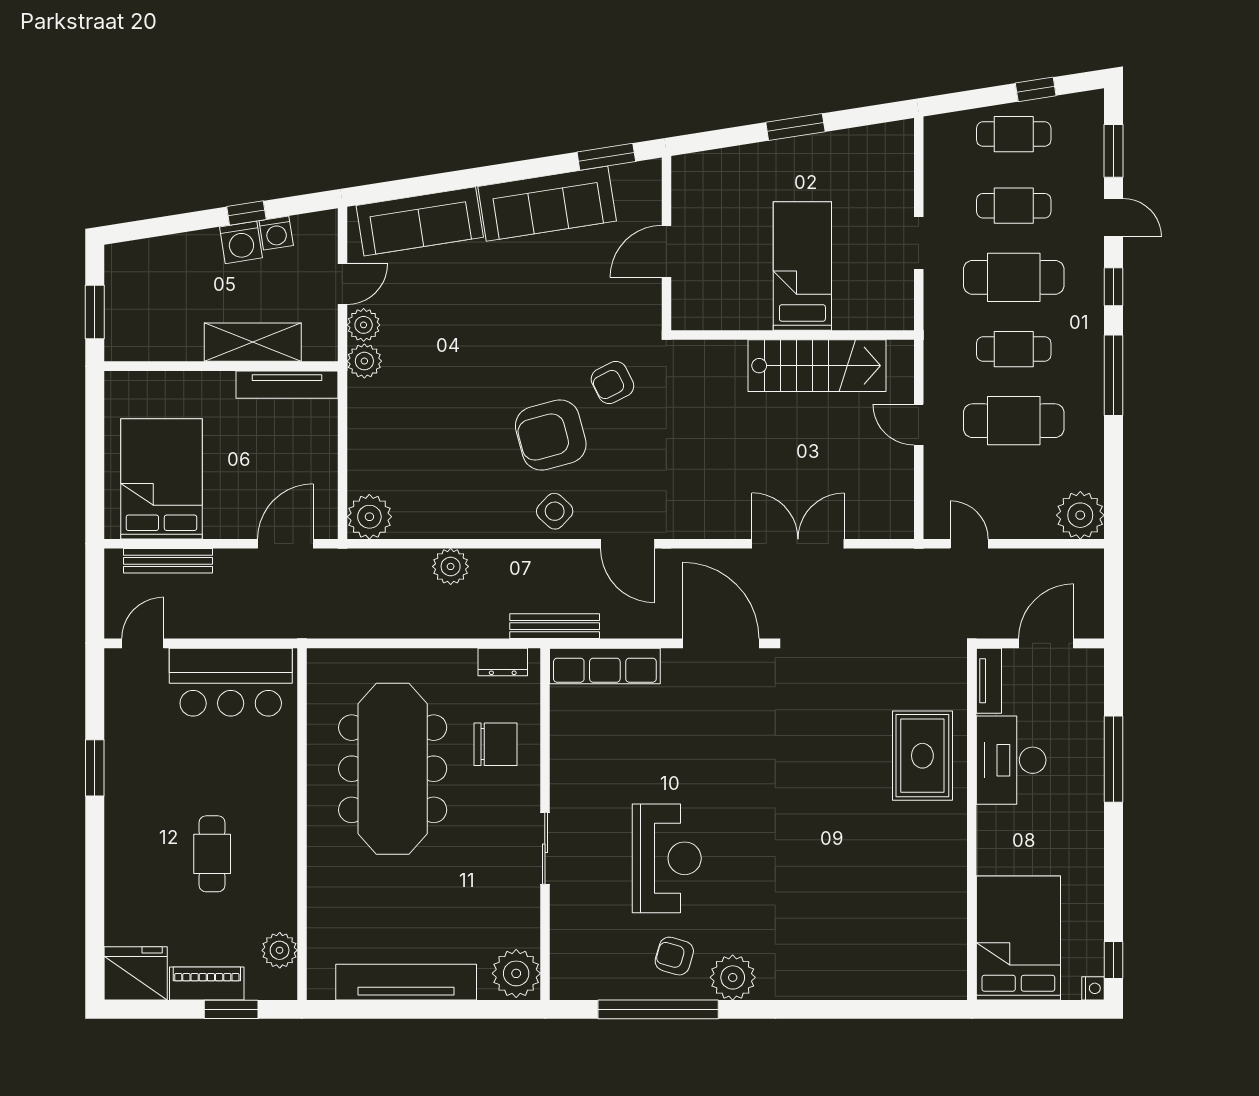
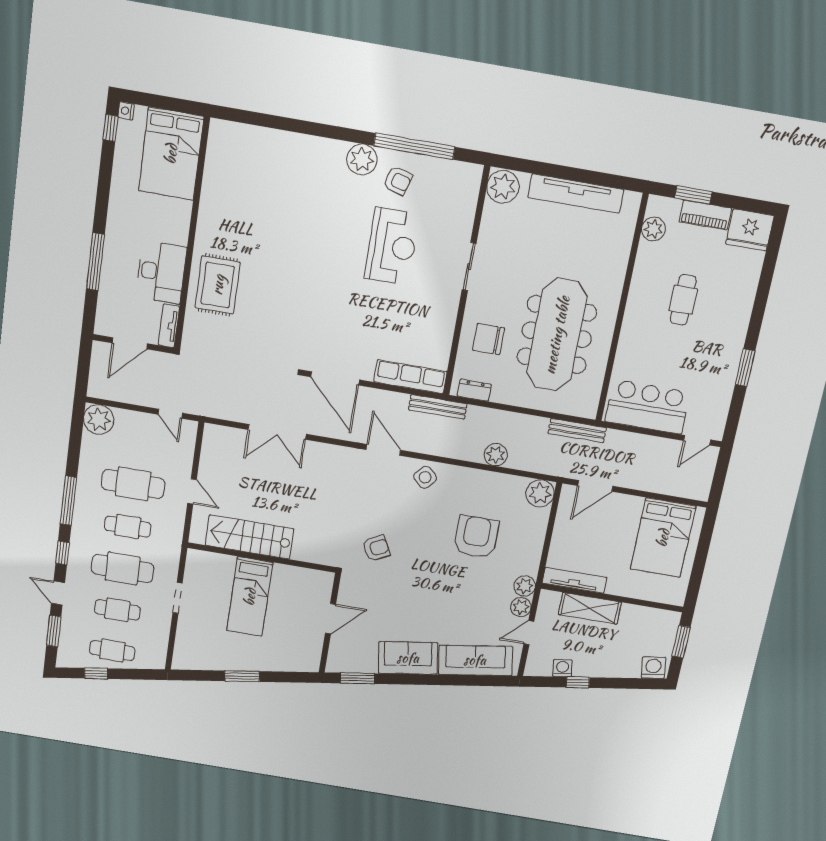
sofa: (547, 204) -> (408, 658), width x0.73
washing machine: (241, 242) -> (653, 668), moved
armchair: (551, 435) -> (476, 537), moved, turned -75
bench: (168, 561) -> (577, 431), moved
reception desk: (667, 858) -> (392, 246), turned 180

